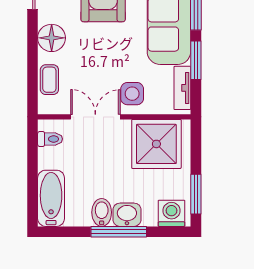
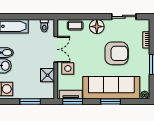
window: (196, 60) -> (73, 102), moved
shower: (156, 144) -> (48, 75), width x0.54, depth x0.54
window: (196, 194) -> (30, 102), moved

